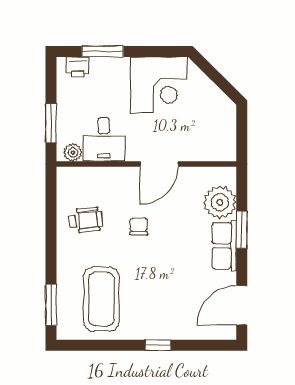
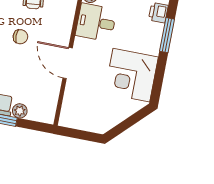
plant: (220, 202) -> (20, 111), width x0.53, depth x0.53

